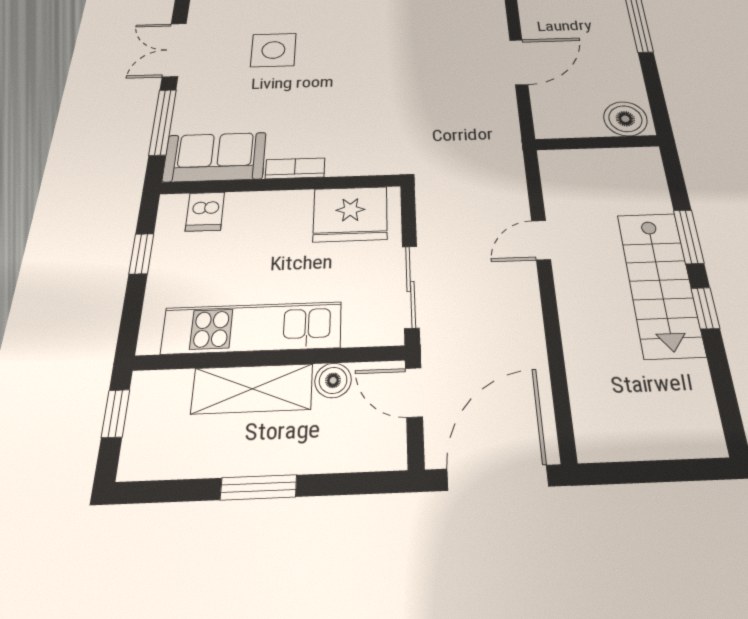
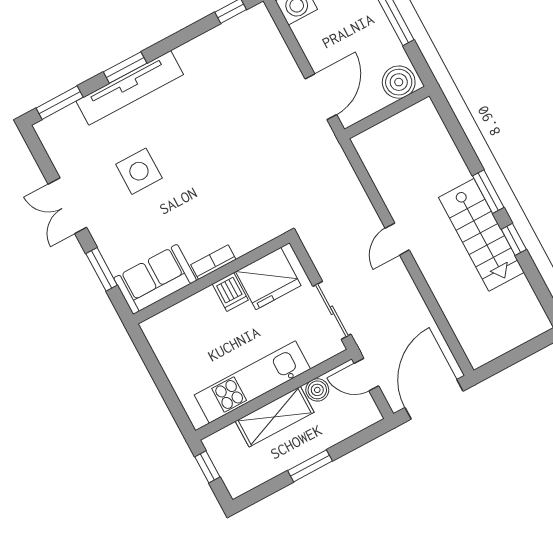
boiler: (625, 119) -> (399, 82), moved
window: (163, 122) -> (102, 269), width x0.69
wall: (597, 143) -> (387, 113), moved
dishwasher: (205, 212) -> (230, 292), moved
window: (141, 254) -> (155, 369), removed

